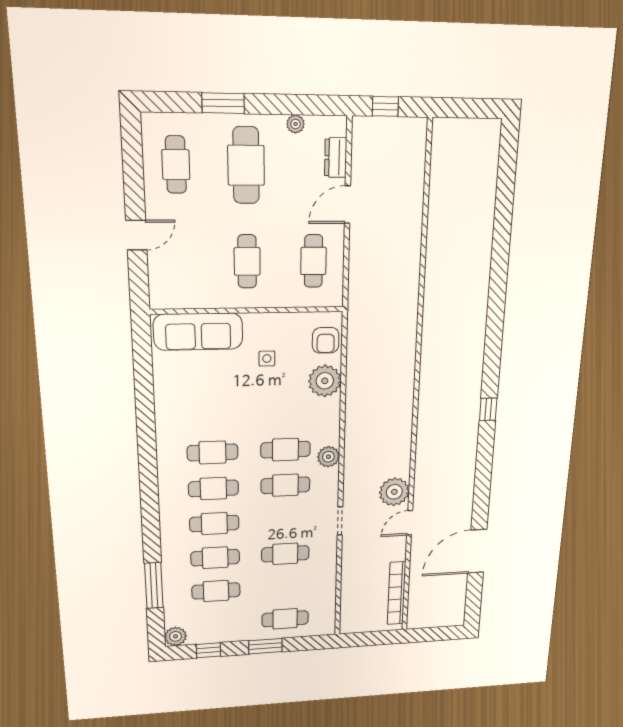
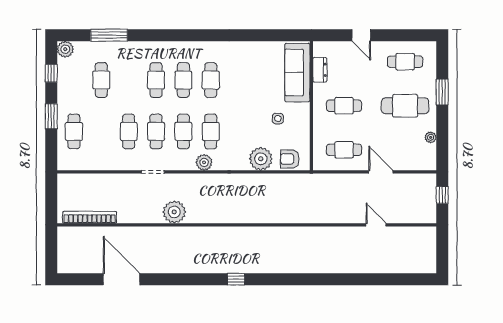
dresser: (336, 158) -> (320, 70), moved, turned 90
door: (410, 523) -> (376, 225), moved
cafe table: (215, 558) -> (156, 131), moved

